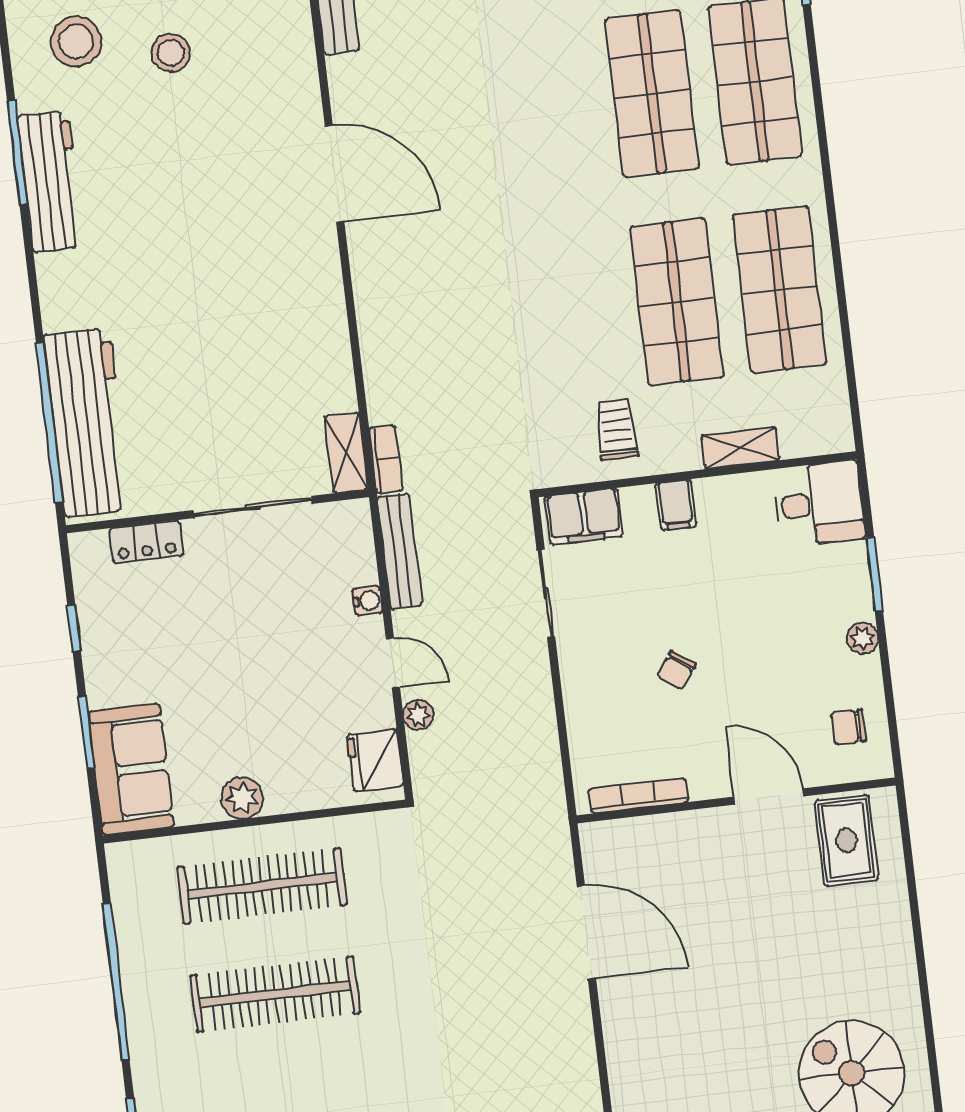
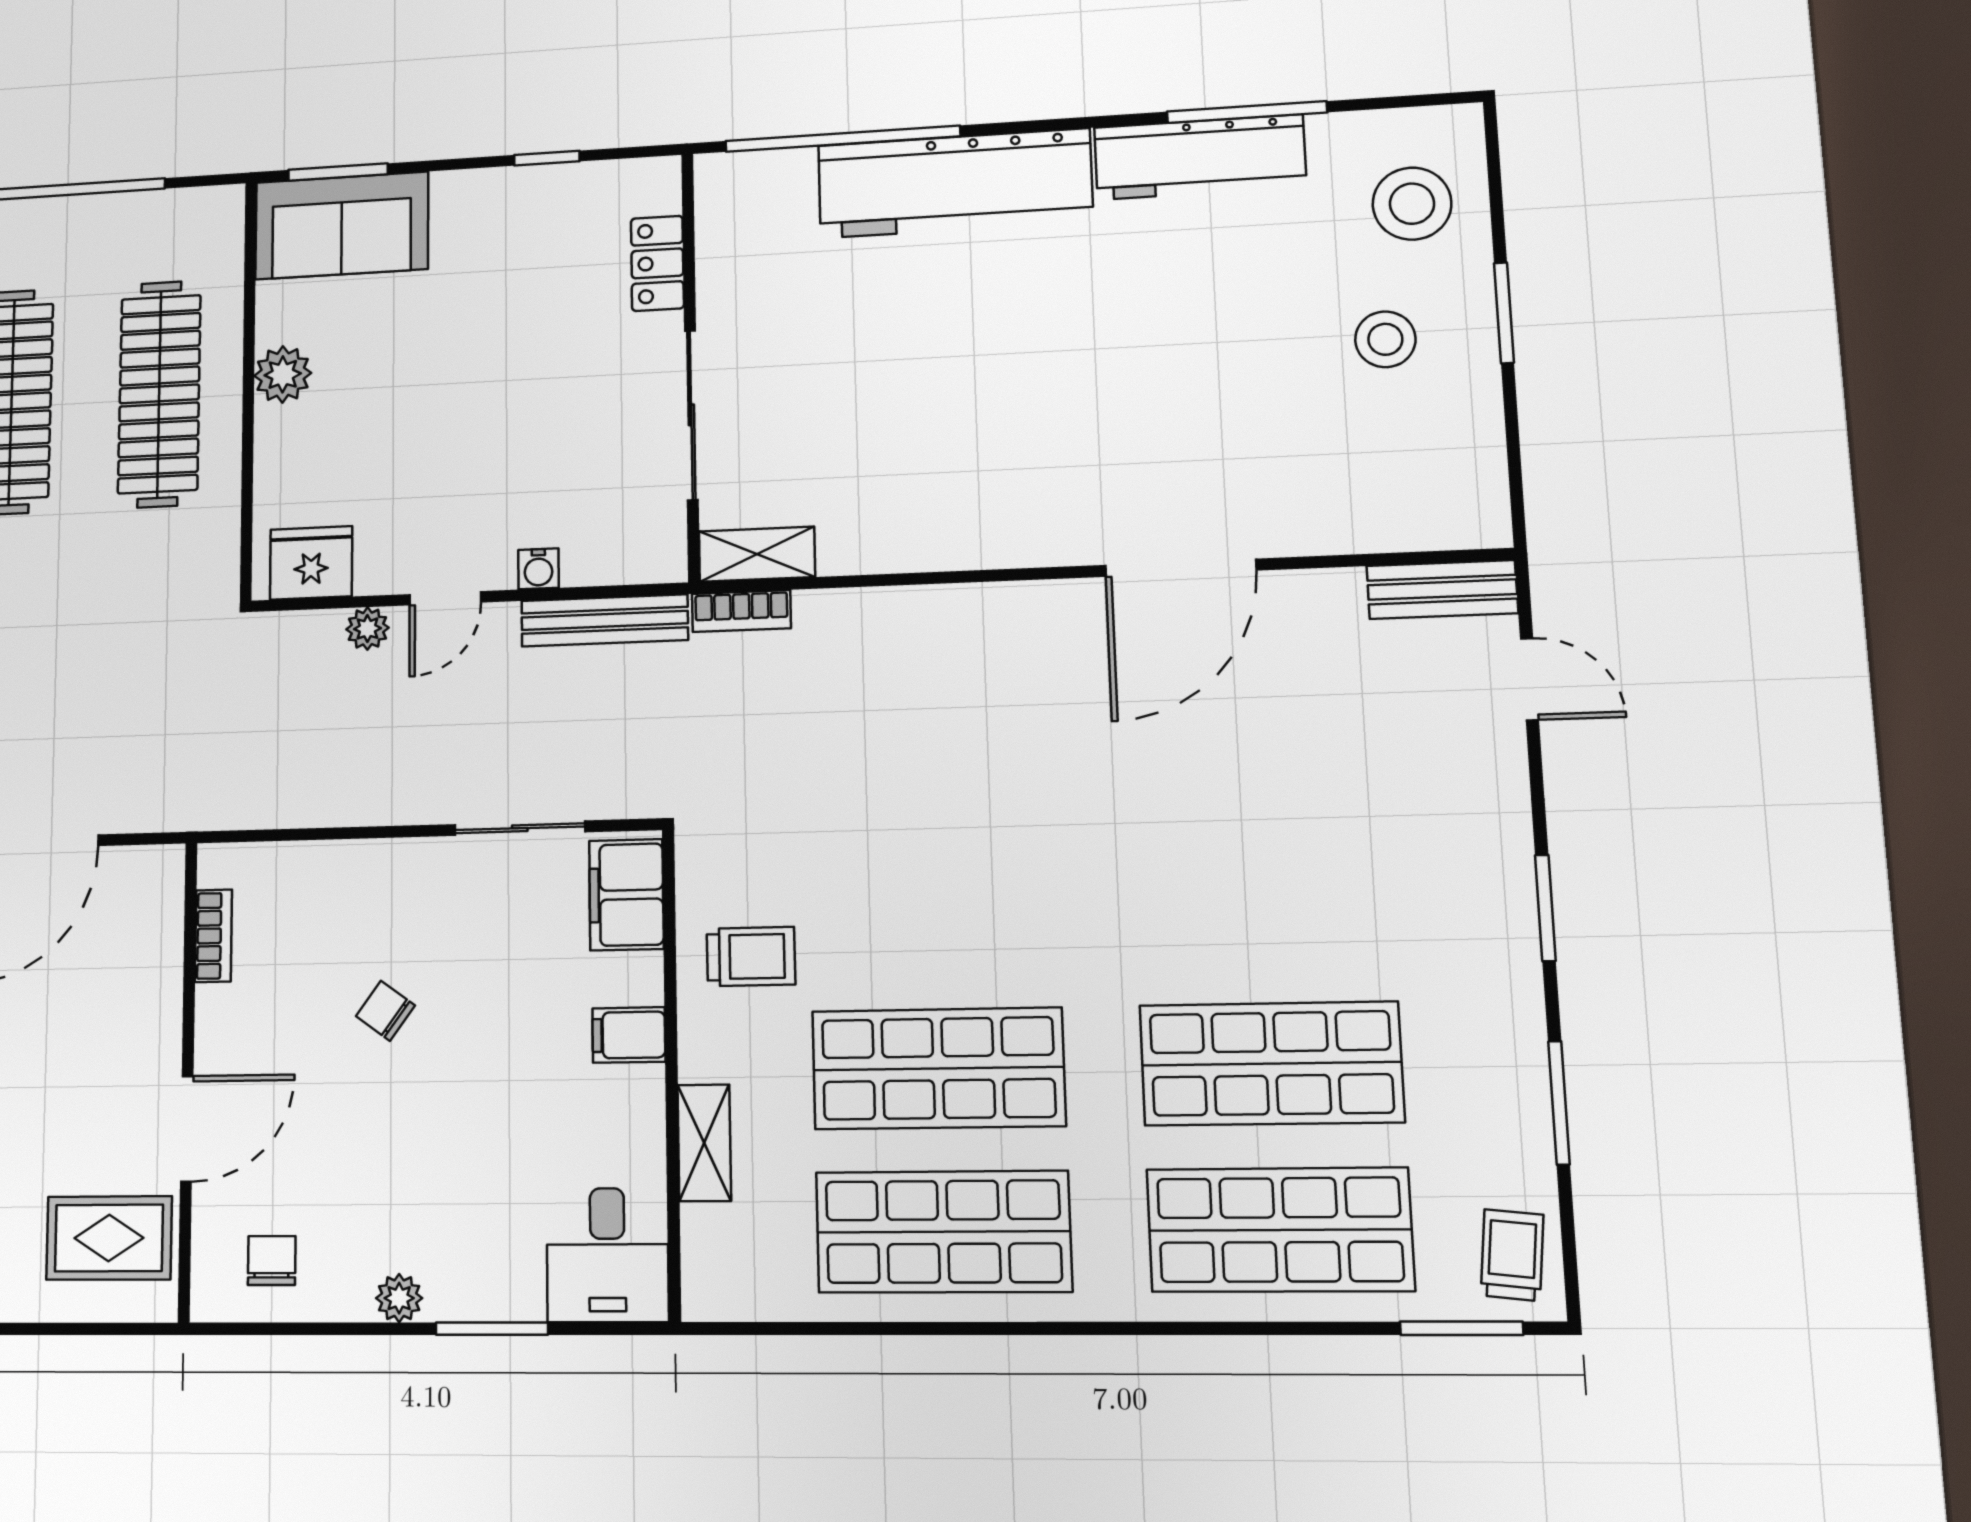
workbench: (87, 422) -> (955, 183), moved
window: (86, 732) -> (338, 172), moved
bookcase: (638, 795) -> (213, 936), width x0.64

